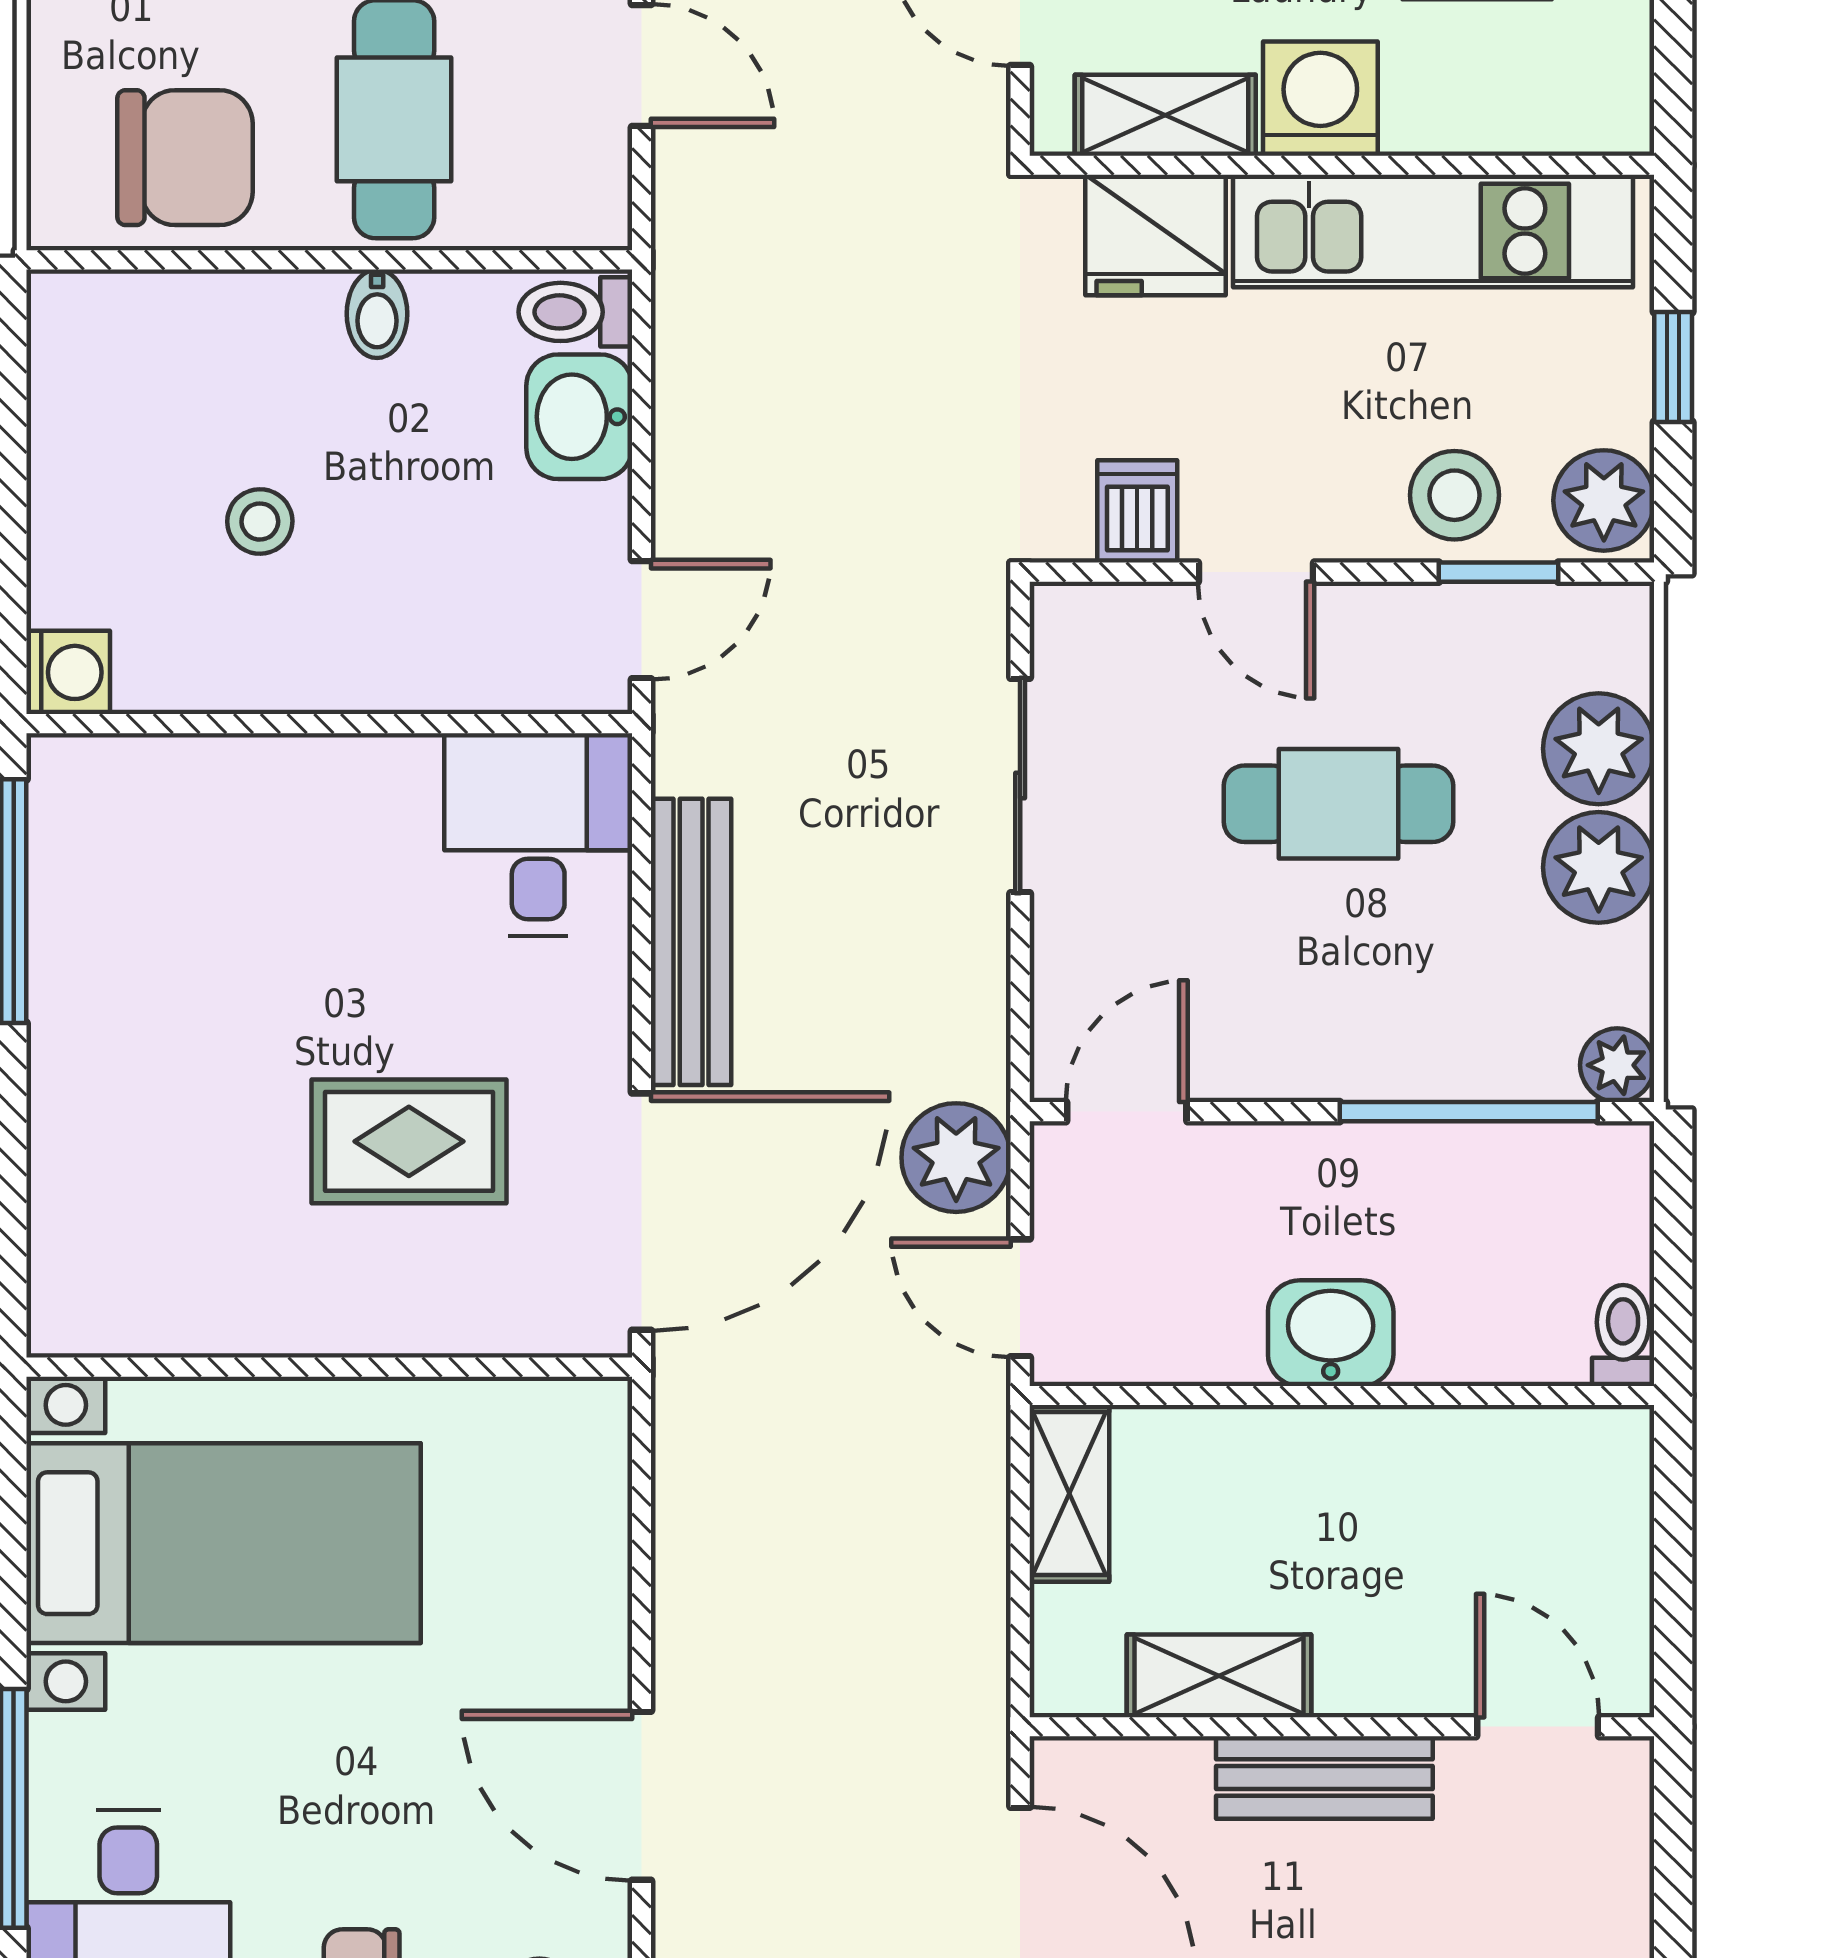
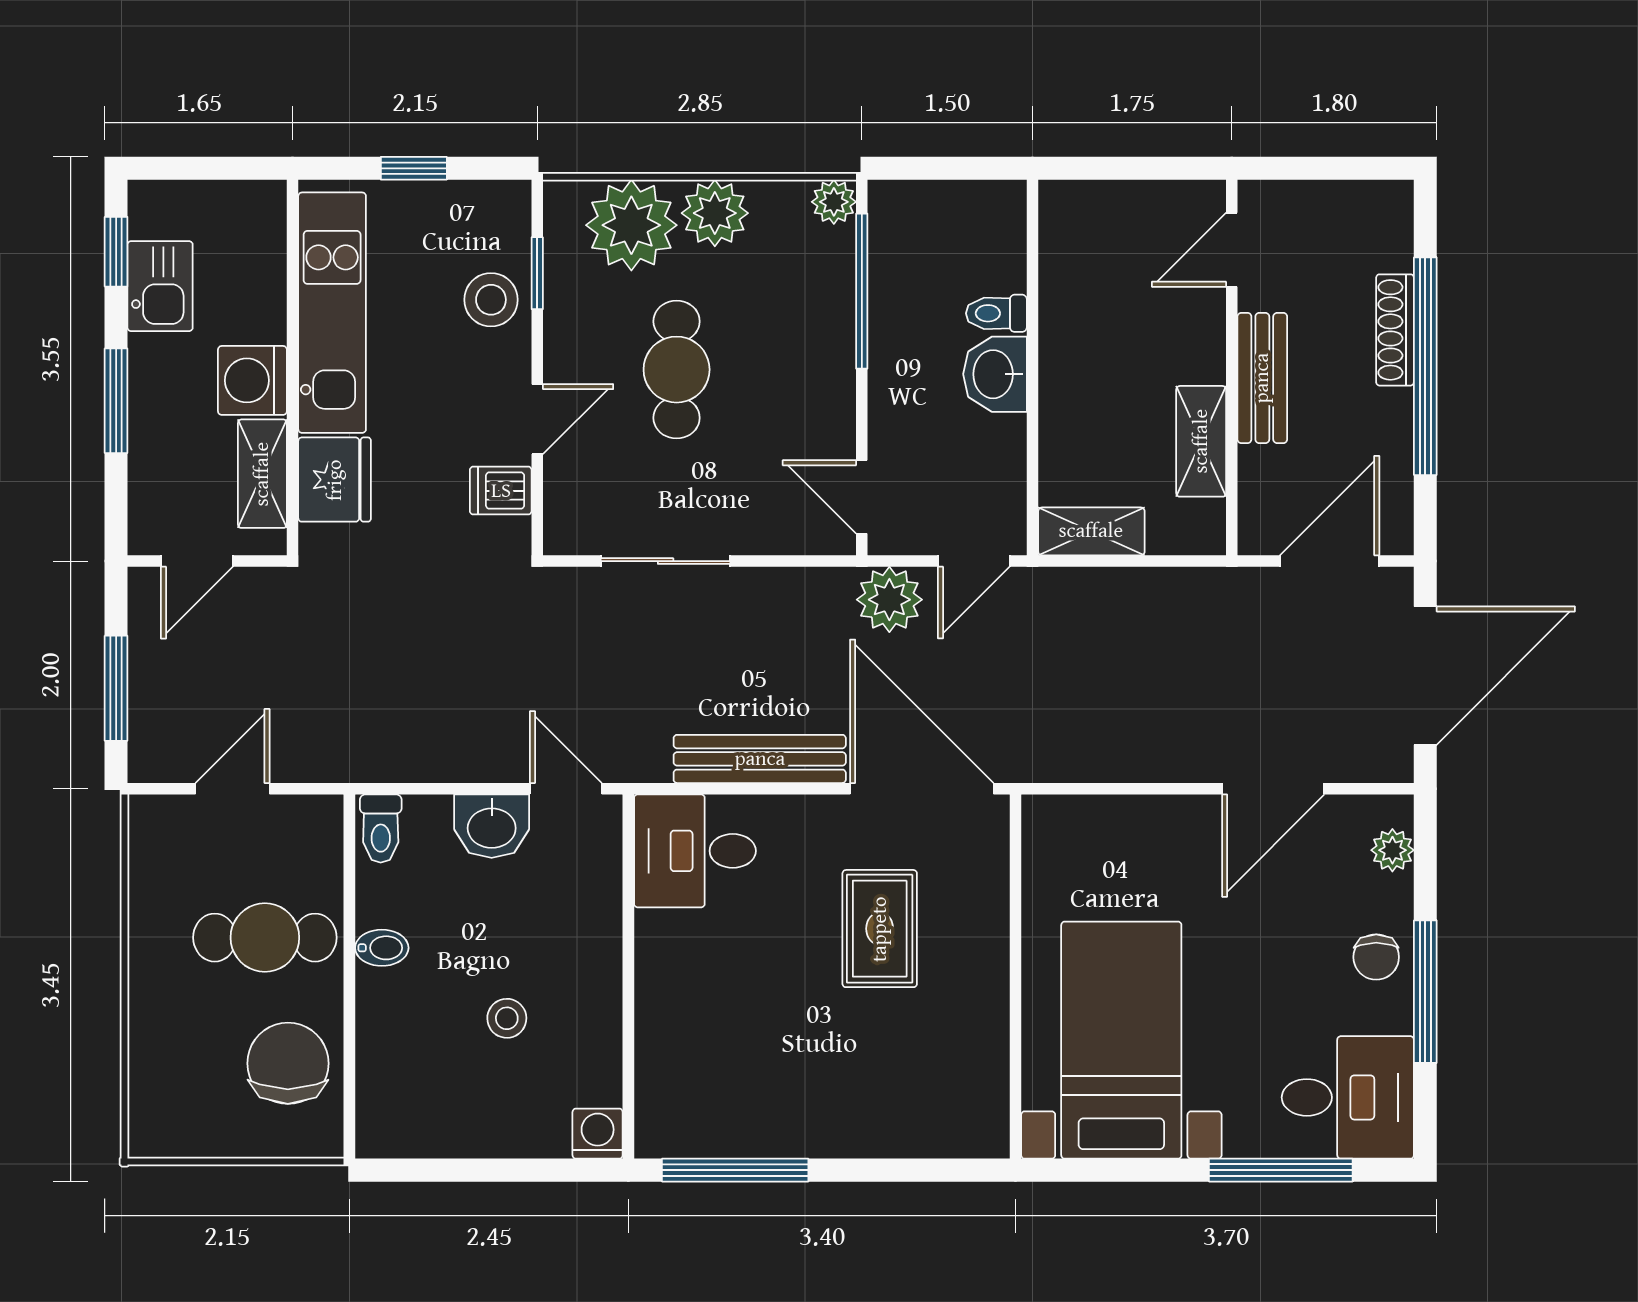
washbasin: (579, 417) -> (492, 826), moved
plant: (1604, 500) -> (494, 210), removed
plant: (1599, 749) -> (631, 225), width x1.36, depth x1.36
toilet: (1623, 1335) -> (996, 313), moved

